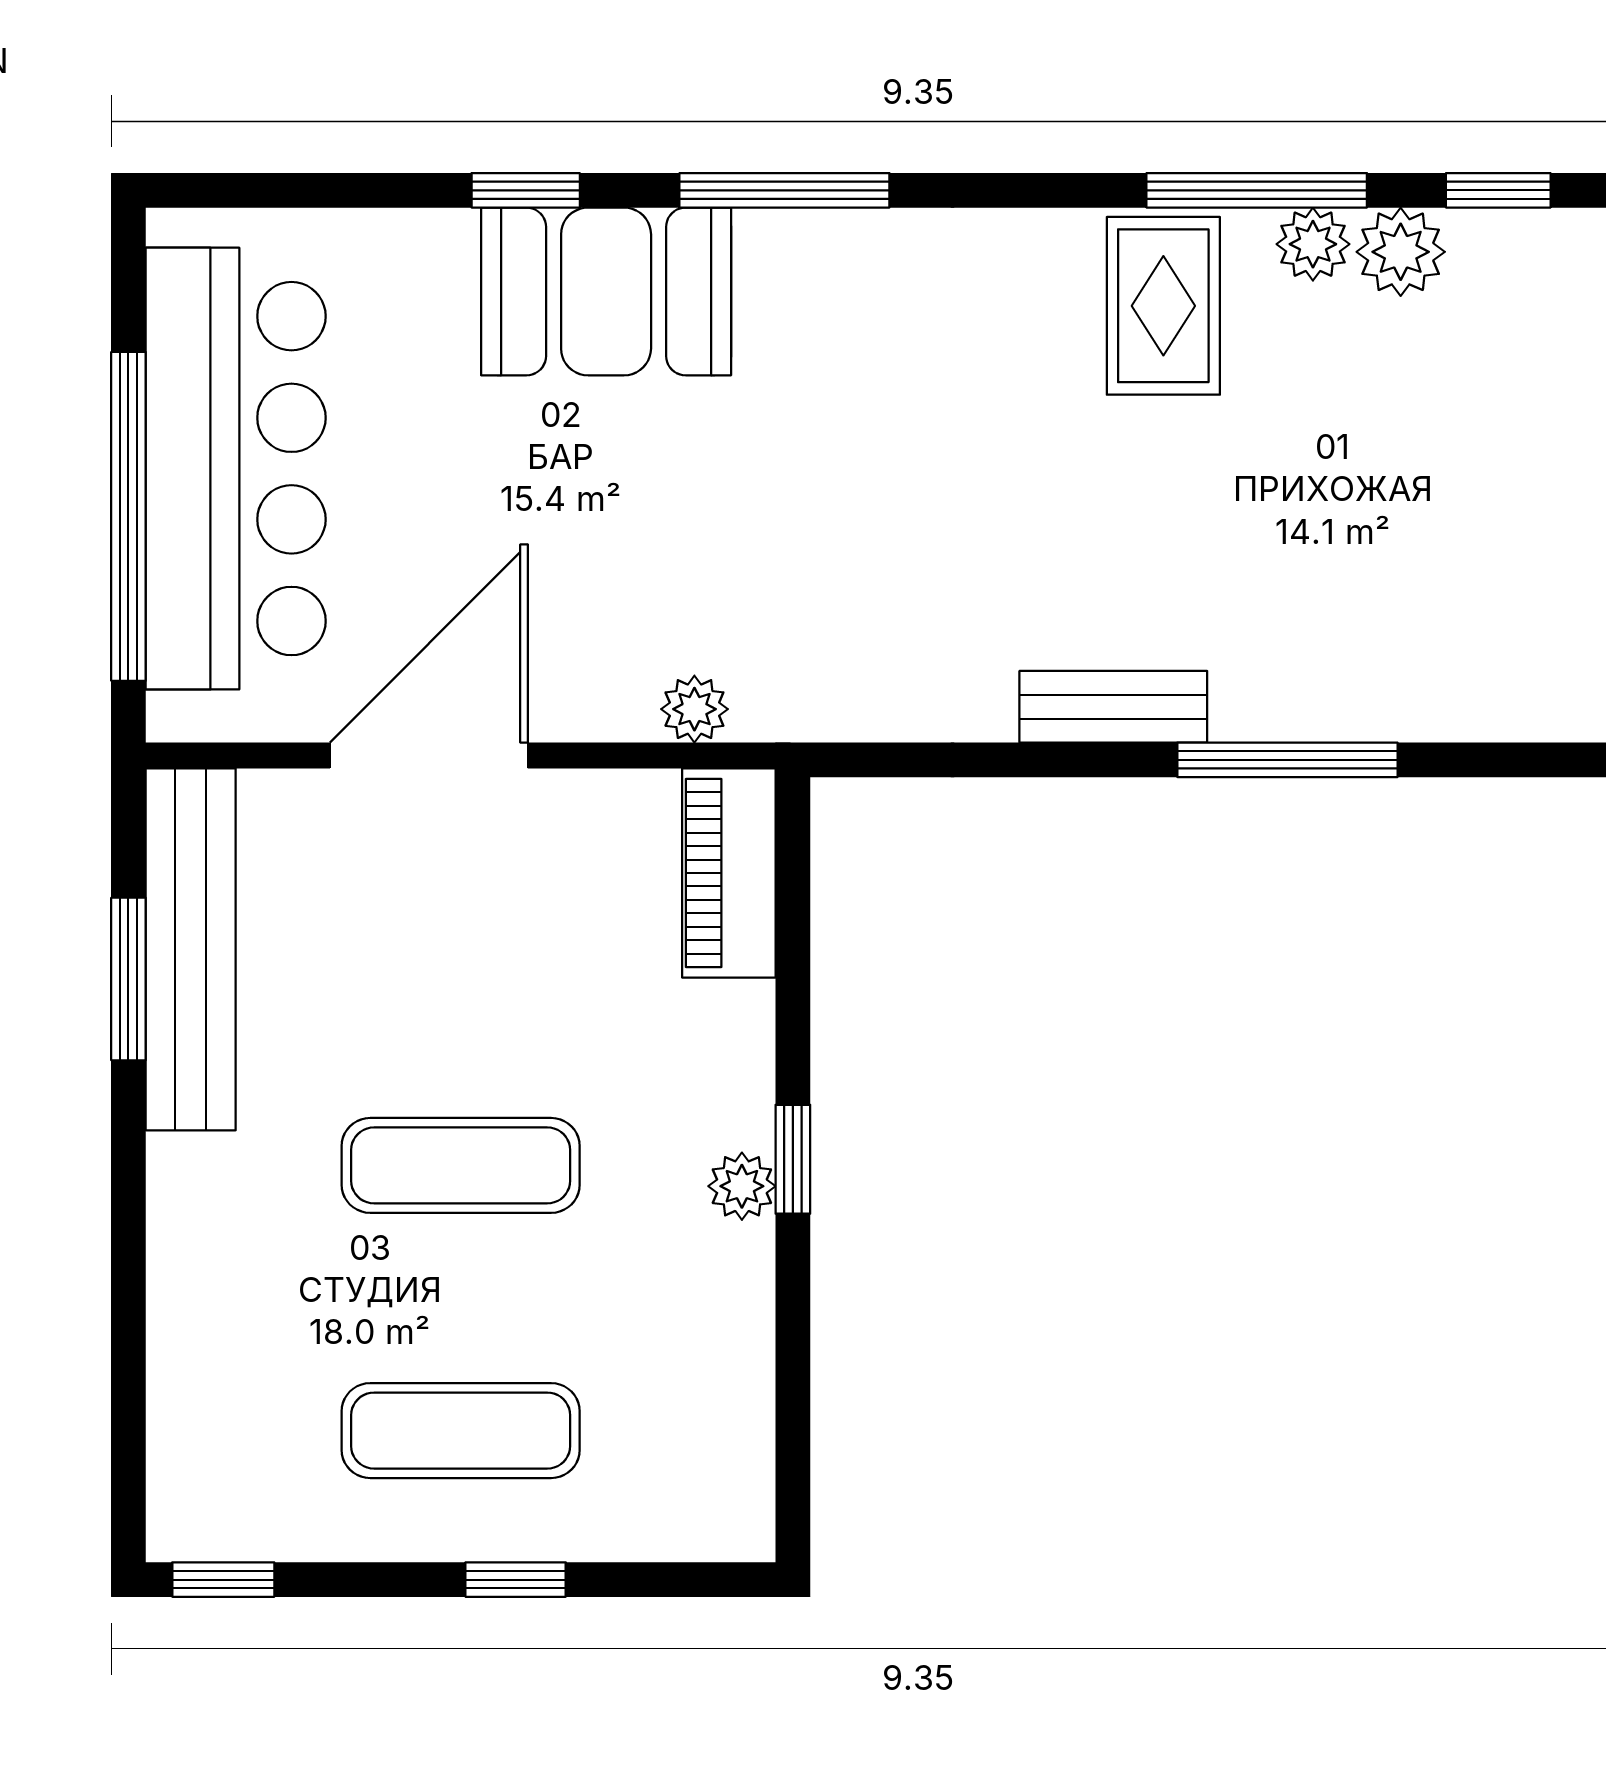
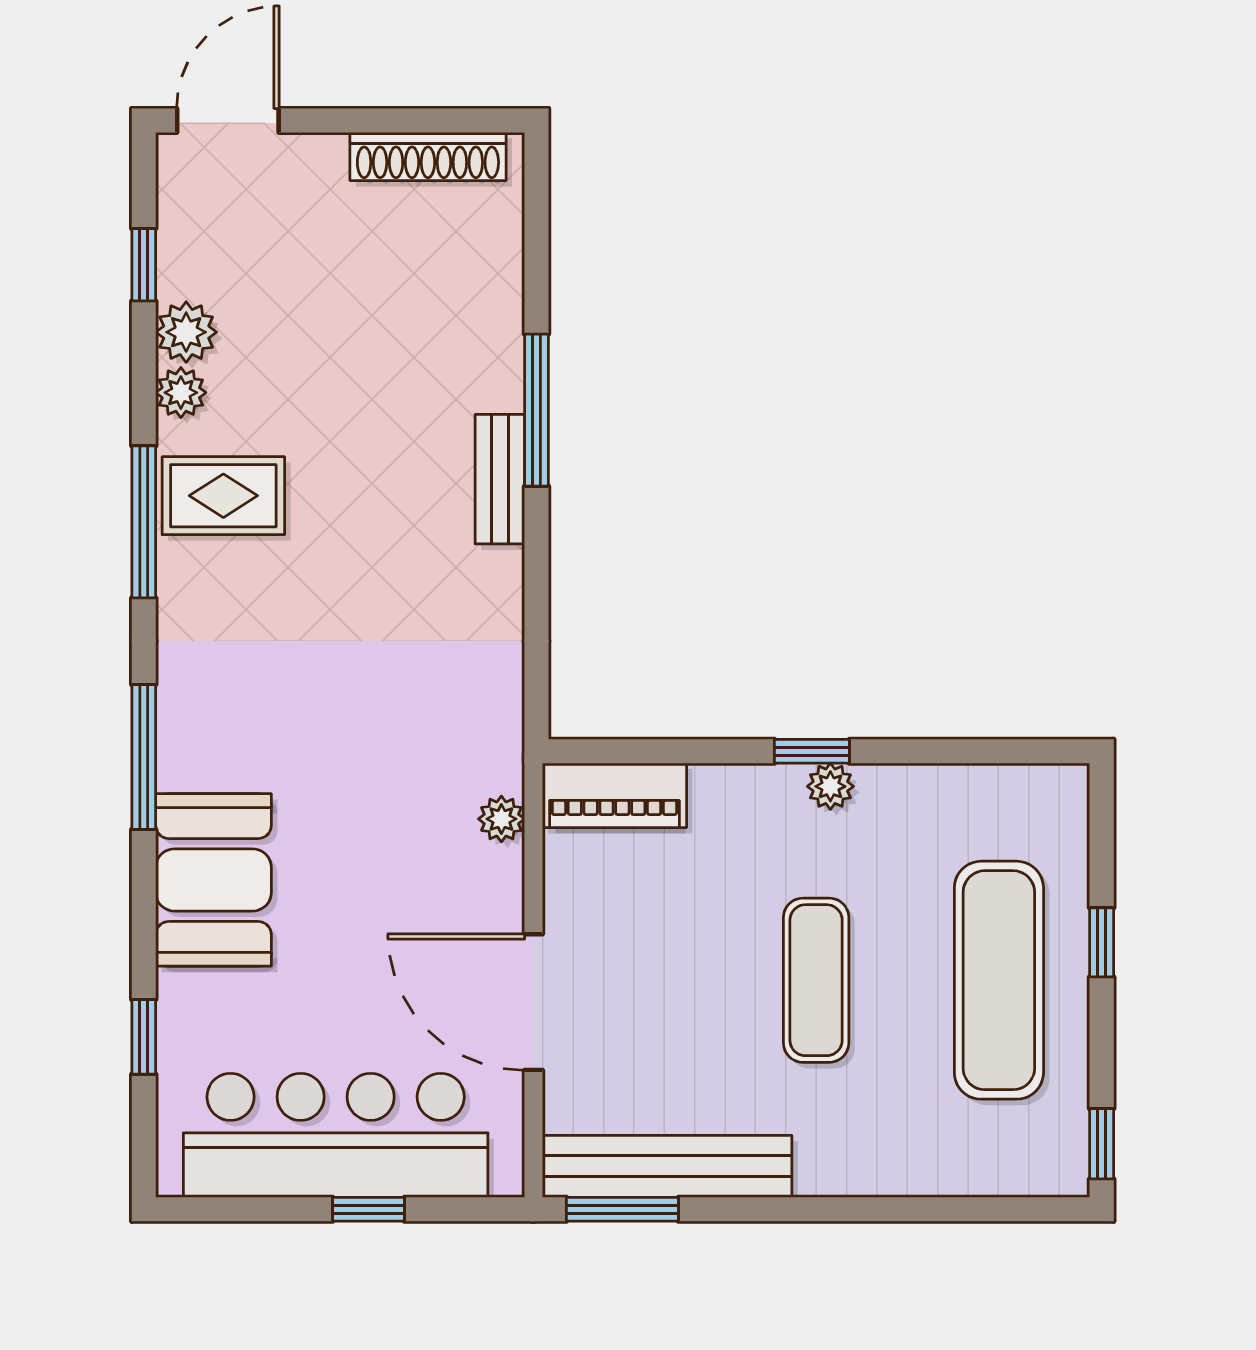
window: (526, 190) -> (144, 1037), moved
window: (1257, 190) -> (144, 522), moved
window: (128, 516) -> (369, 1209), width x0.32
bench: (1113, 707) -> (500, 479), moved
window: (128, 979) -> (622, 1209), moved
exercise mat: (461, 1431) -> (999, 980), width x1.36, depth x1.45

